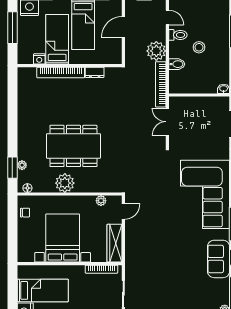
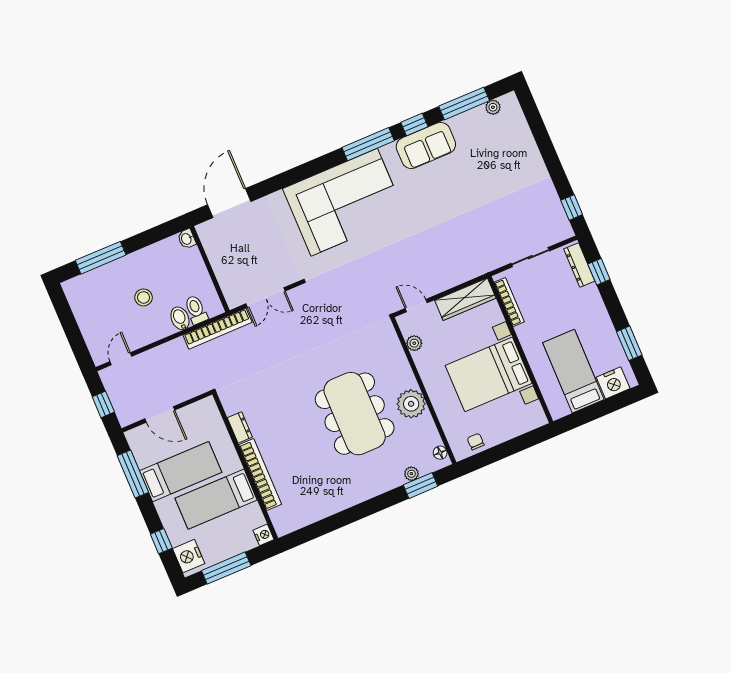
toilet: (178, 35) -> (196, 310), moved
plant: (156, 51) -> (174, 355), removed
nightstand: (39, 59) -> (263, 535), moved

